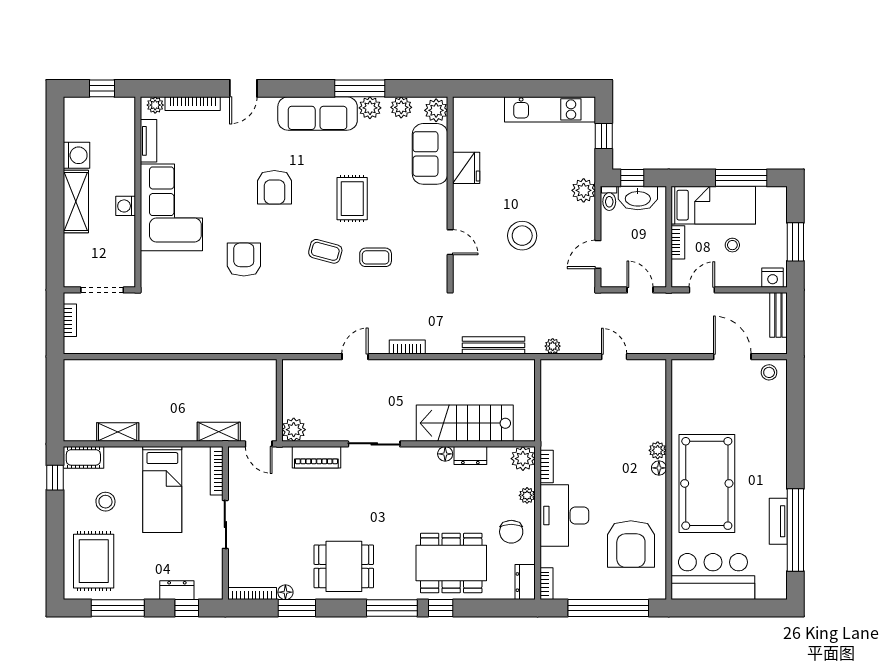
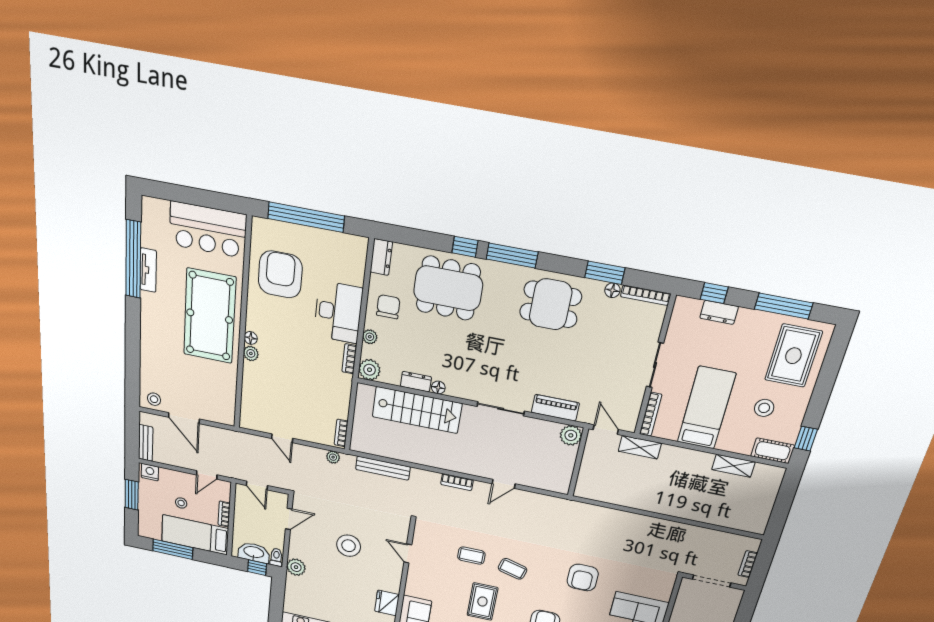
window: (604, 136) -> (277, 601), removed
bookcase: (546, 584) -> (341, 433), moved

